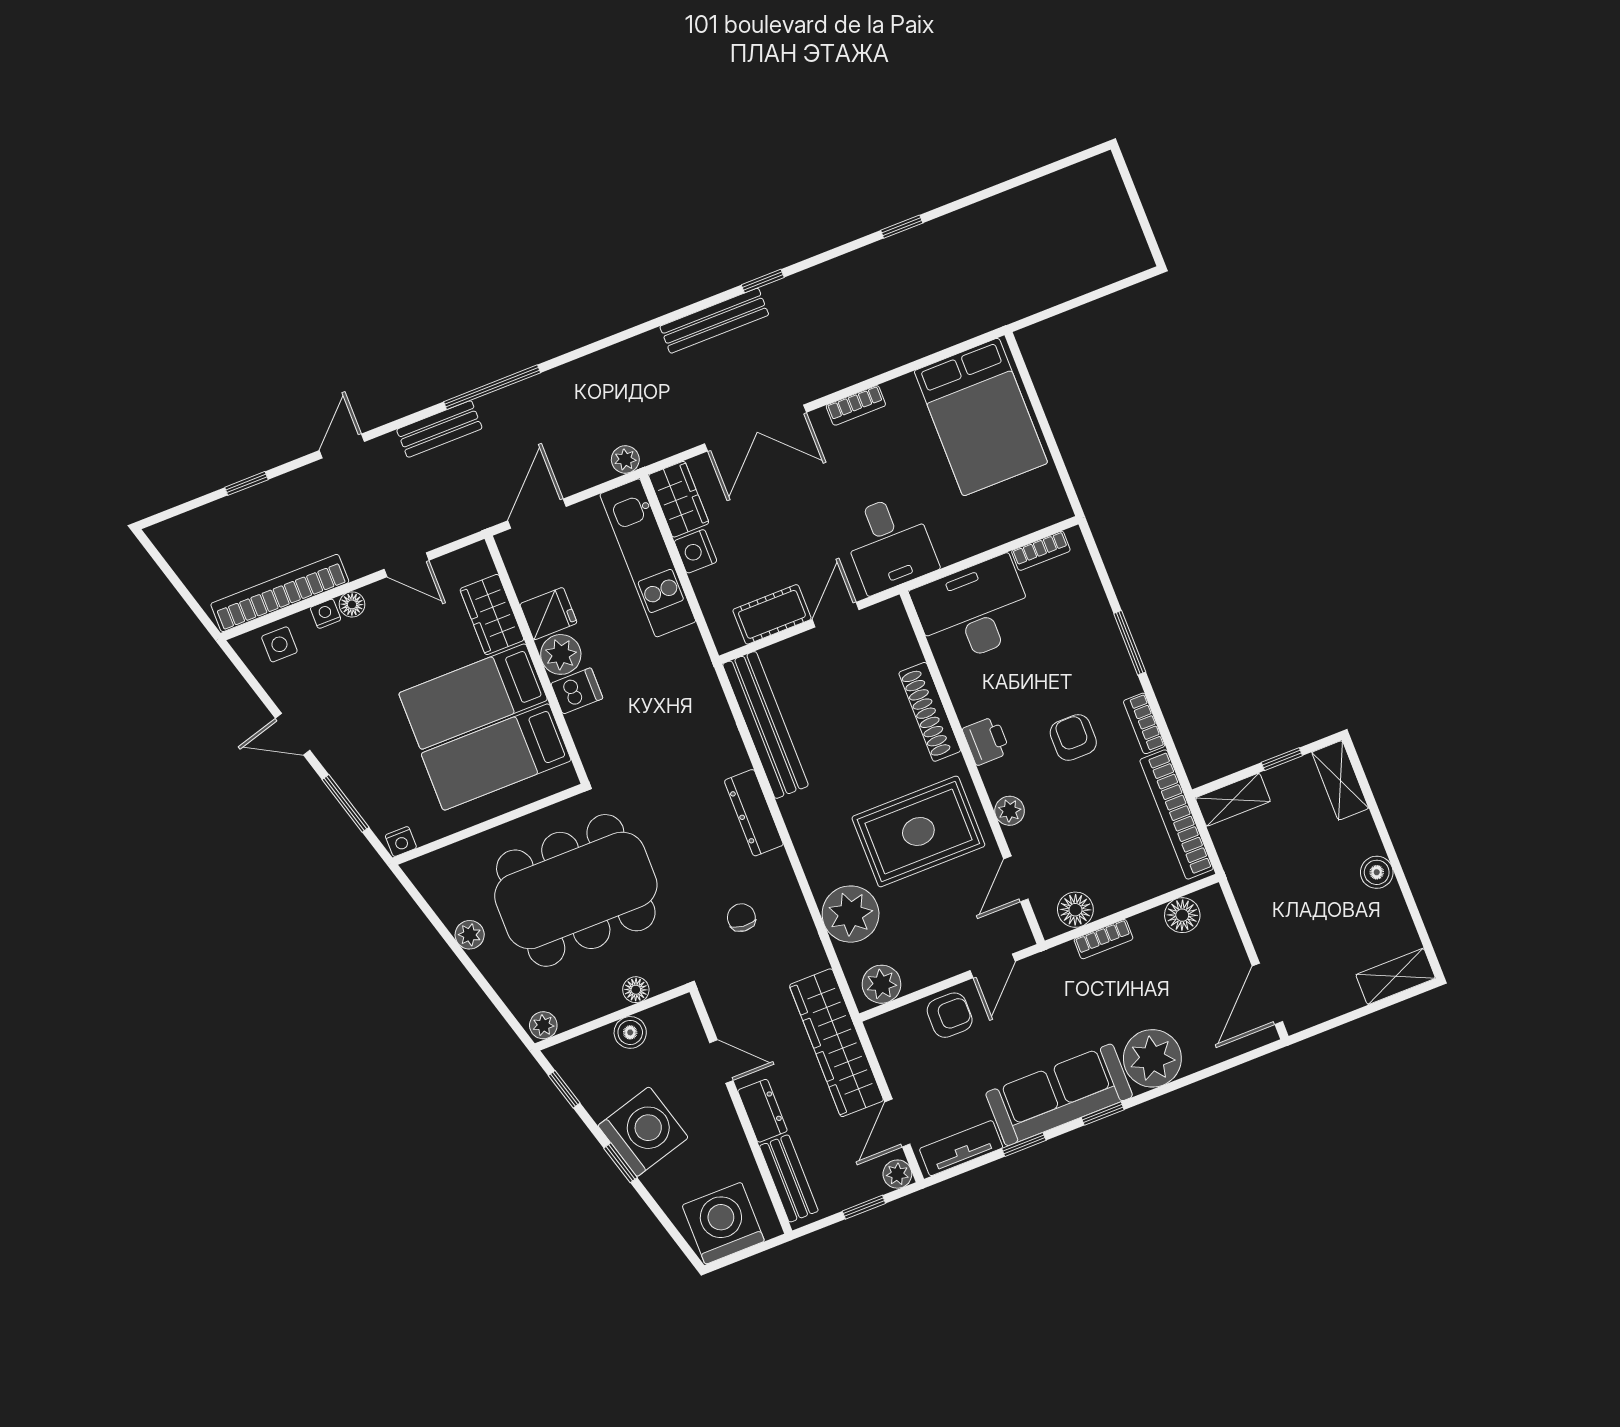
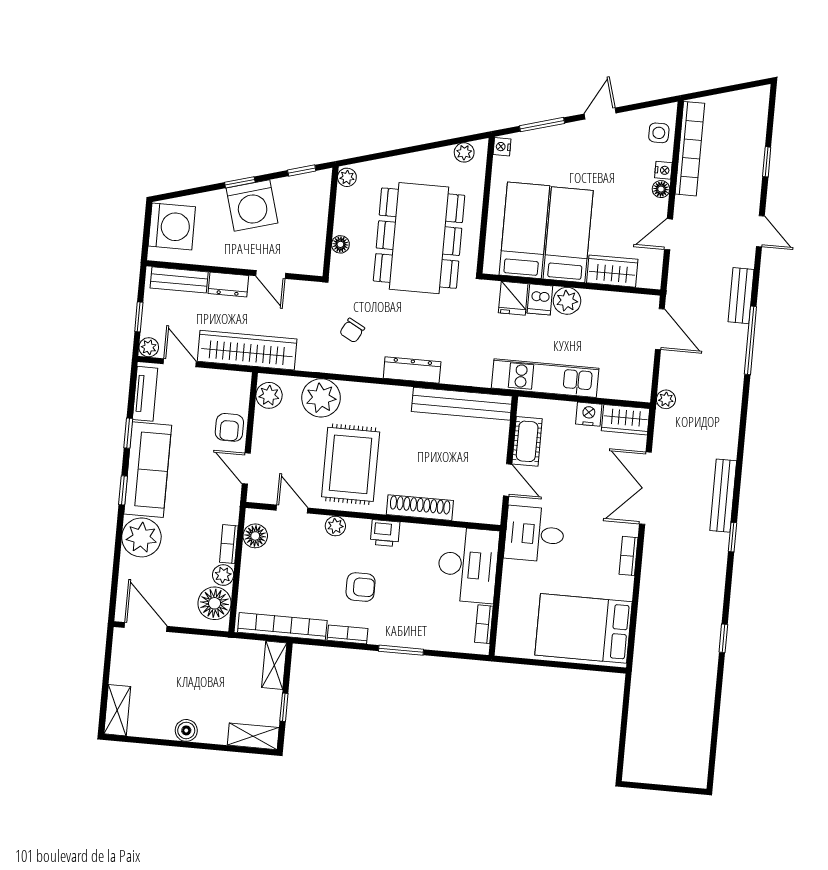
kitchen unit: (648, 558) -> (545, 378), moved
fridge: (548, 614) -> (513, 298), moved
floor lamp: (1182, 915) -> (215, 603), width x1.38, depth x1.38
chair: (741, 918) -> (352, 330), turned 112
plant: (1148, 926) -> (223, 575), added
plant: (470, 935) -> (464, 152), moved
boiler: (630, 1032) -> (316, 228), removed
door: (721, 1062) -> (271, 275), hinge flipped

